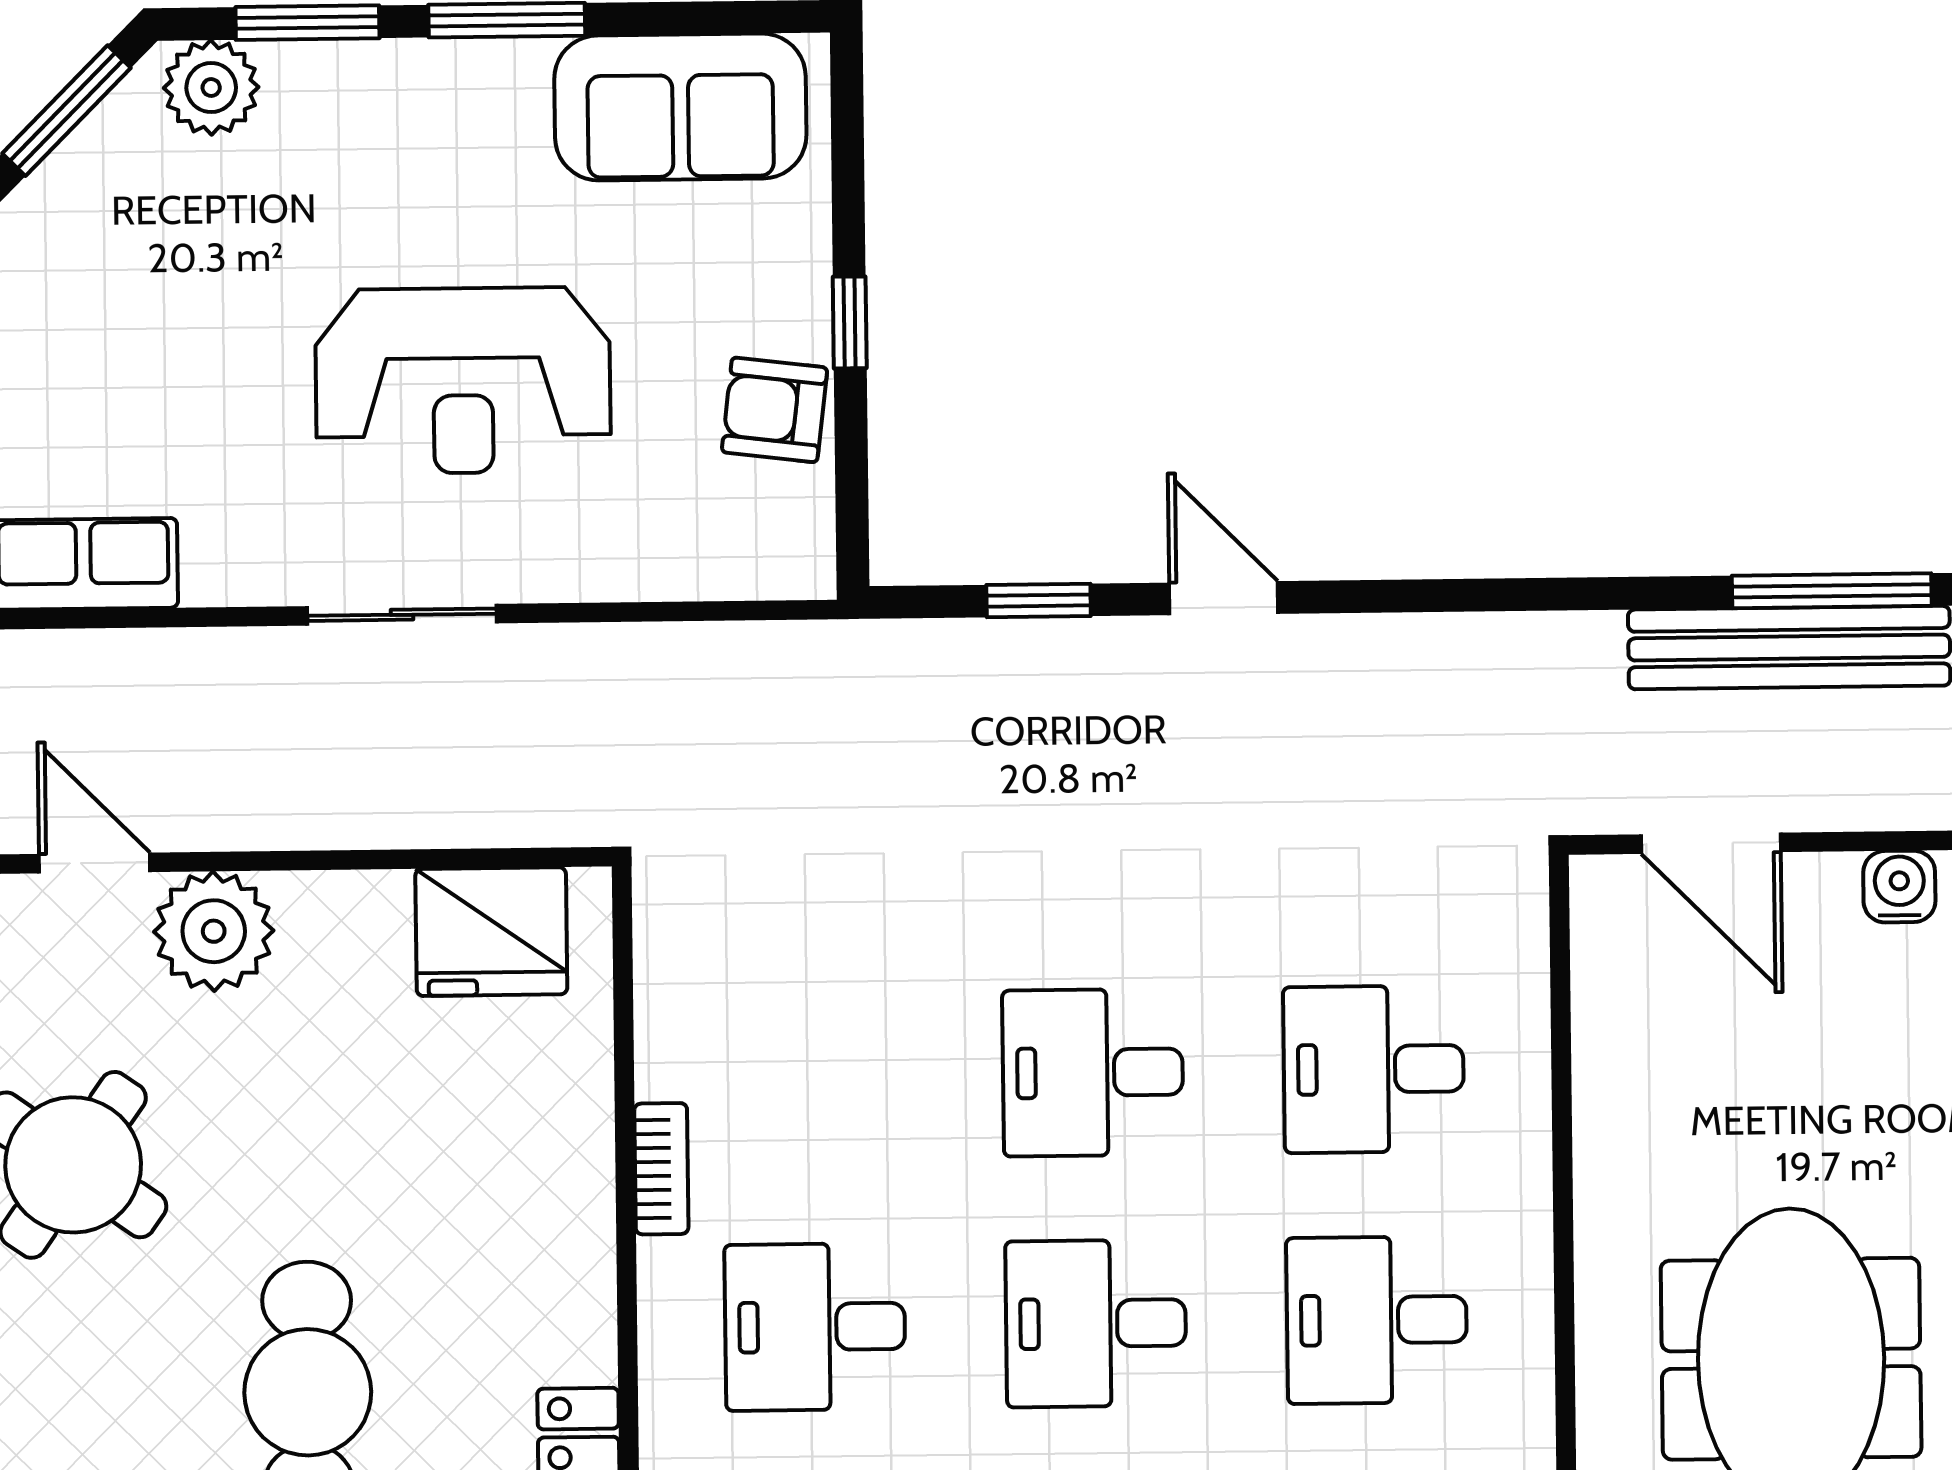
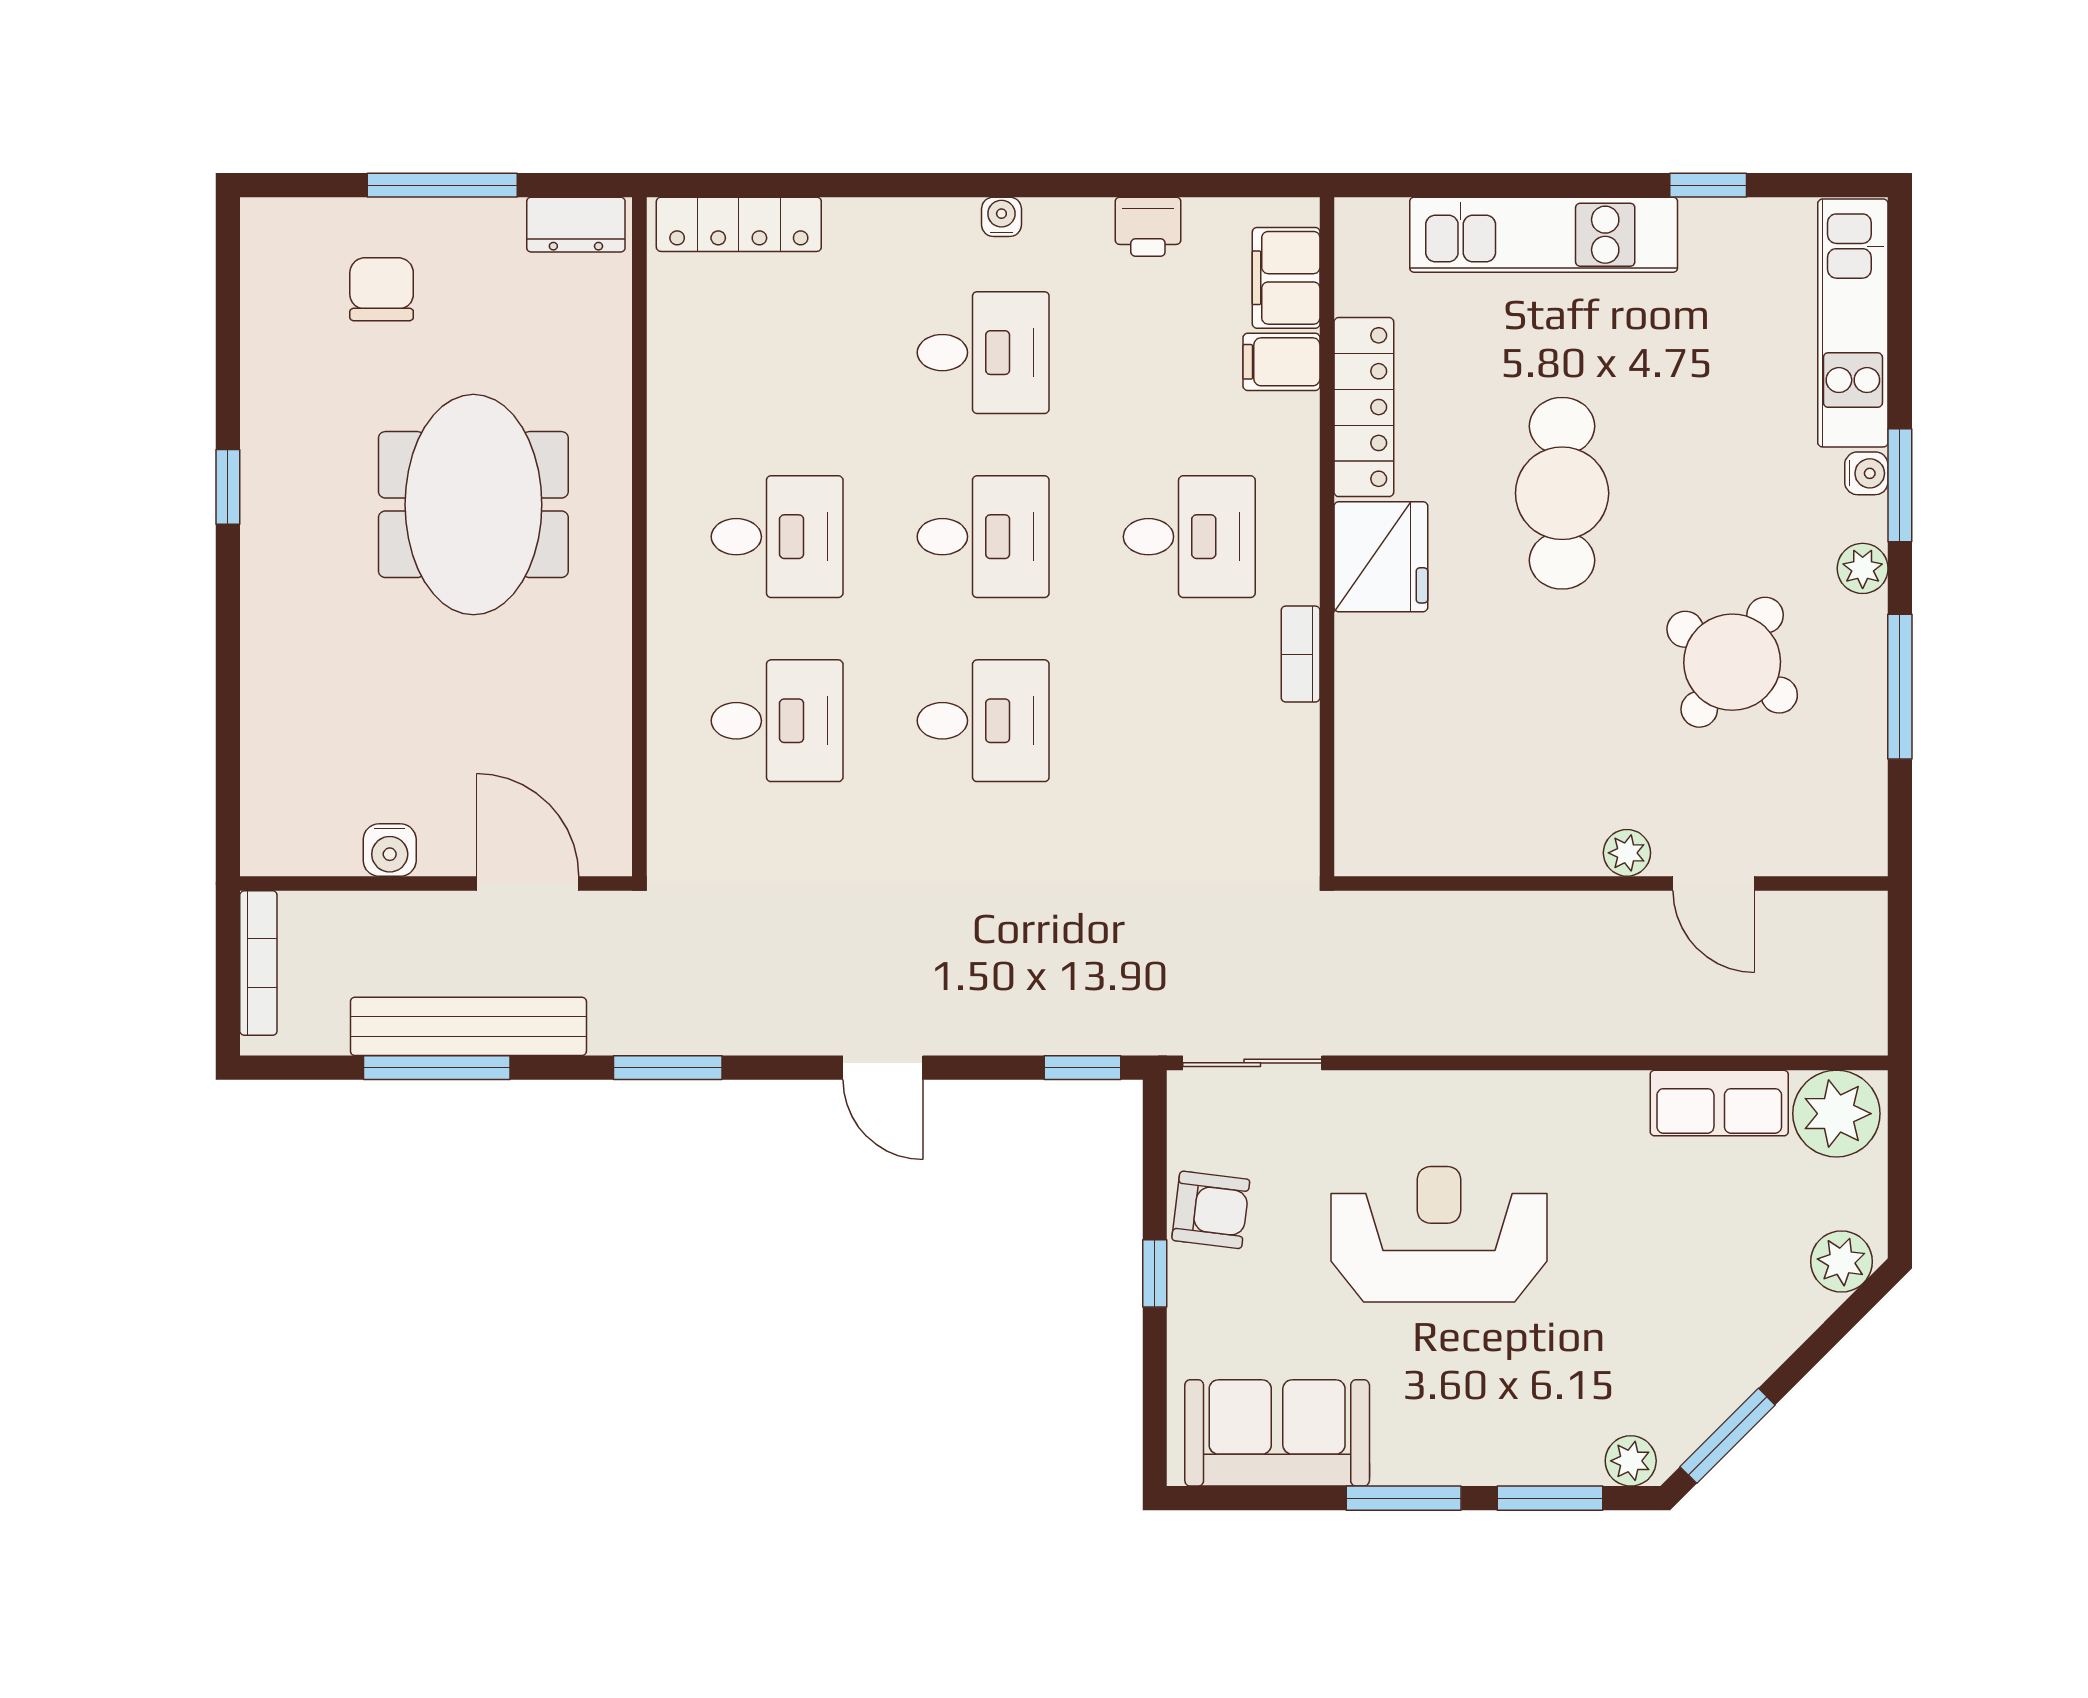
plant: (211, 88) -> (1631, 1461), width x0.73, depth x0.73
window: (1517, 595) -> (668, 1068), added
window: (1039, 600) -> (1083, 1068), moved
sliding door: (402, 615) -> (1252, 1063), moved
plant: (214, 931) -> (1627, 853), width x0.53, depth x0.53
fridge: (491, 932) -> (1381, 557), moved, turned 90

